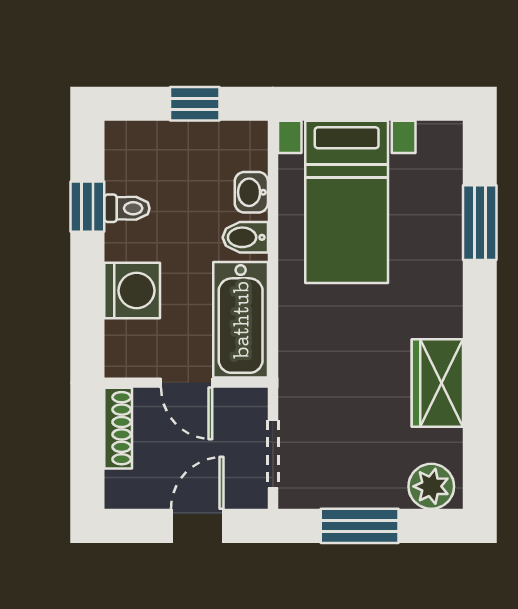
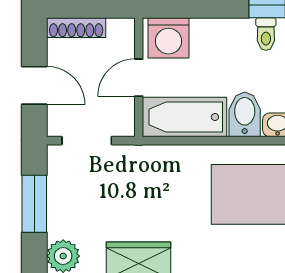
bidet: (245, 237) -> (245, 114), width x1.38, depth x1.36
washing machine: (132, 291) -> (169, 38), moved
shoe rack: (118, 428) -> (76, 28), moved

